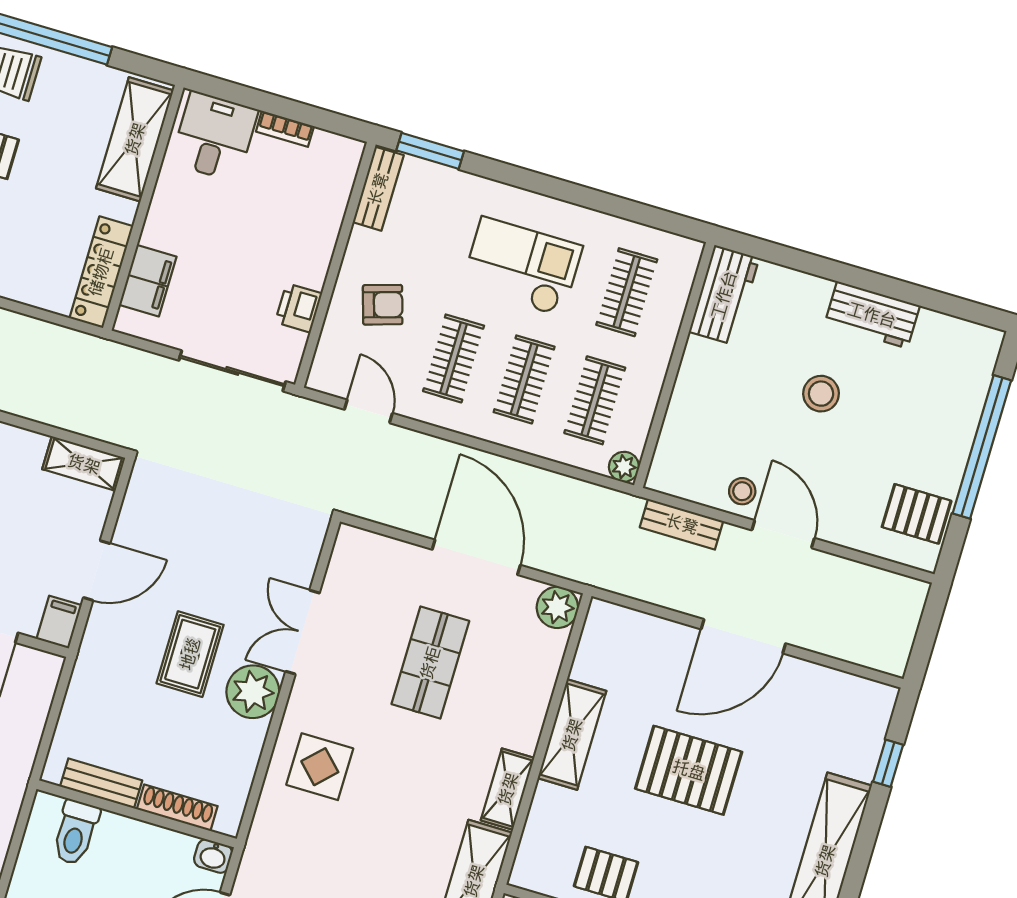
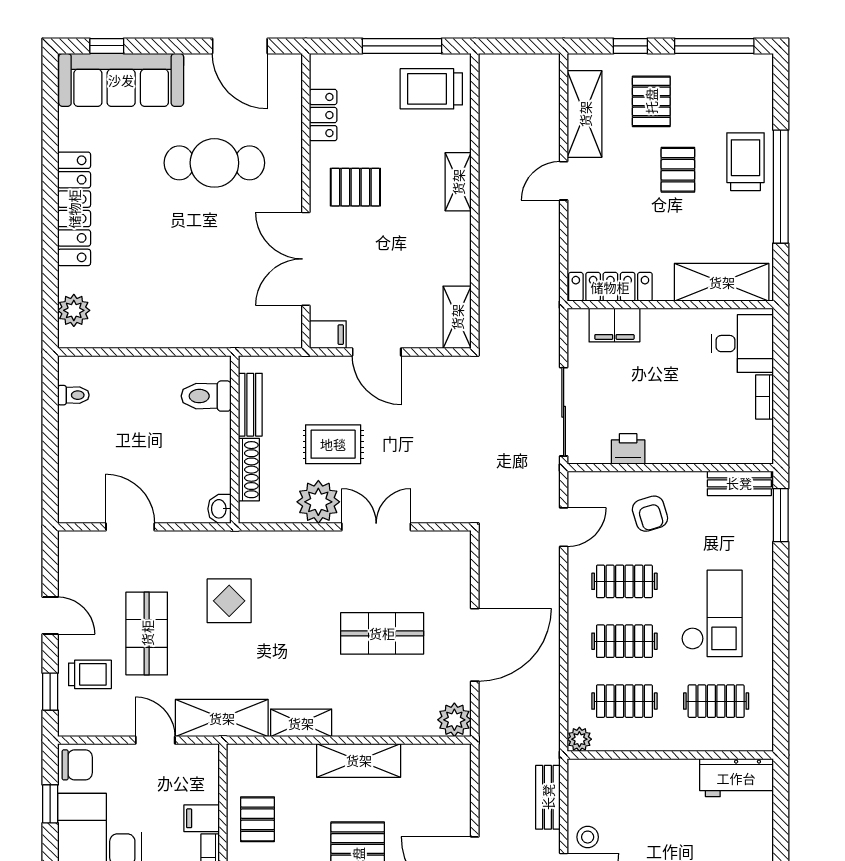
display table: (320, 767) -> (229, 601), moved
bench: (101, 783) -> (250, 405), moved
shoe rack: (177, 808) -> (249, 470), moved
wall: (137, 814) -> (235, 439), moved
toilet: (76, 832) -> (206, 396), moved
washbasin: (213, 856) -> (220, 509), moved

